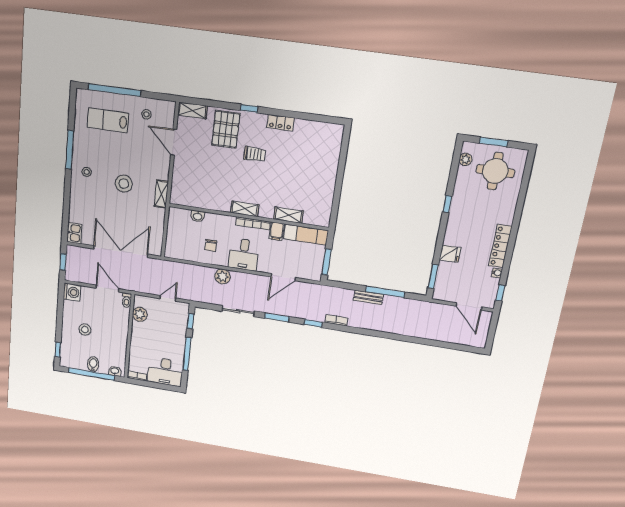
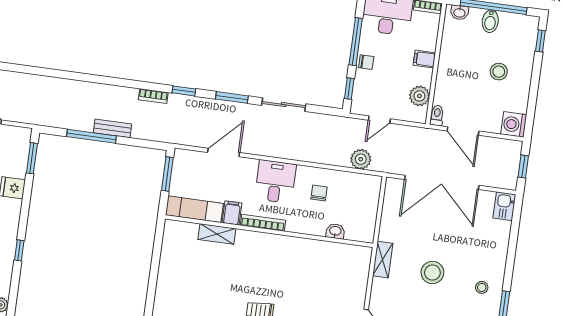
shelving: (245, 209) -> (273, 241), removed
plant: (223, 276) -> (361, 159), moved
chair: (179, 339) -> (366, 62), added
filing cabinet: (138, 340) -> (424, 59), added

